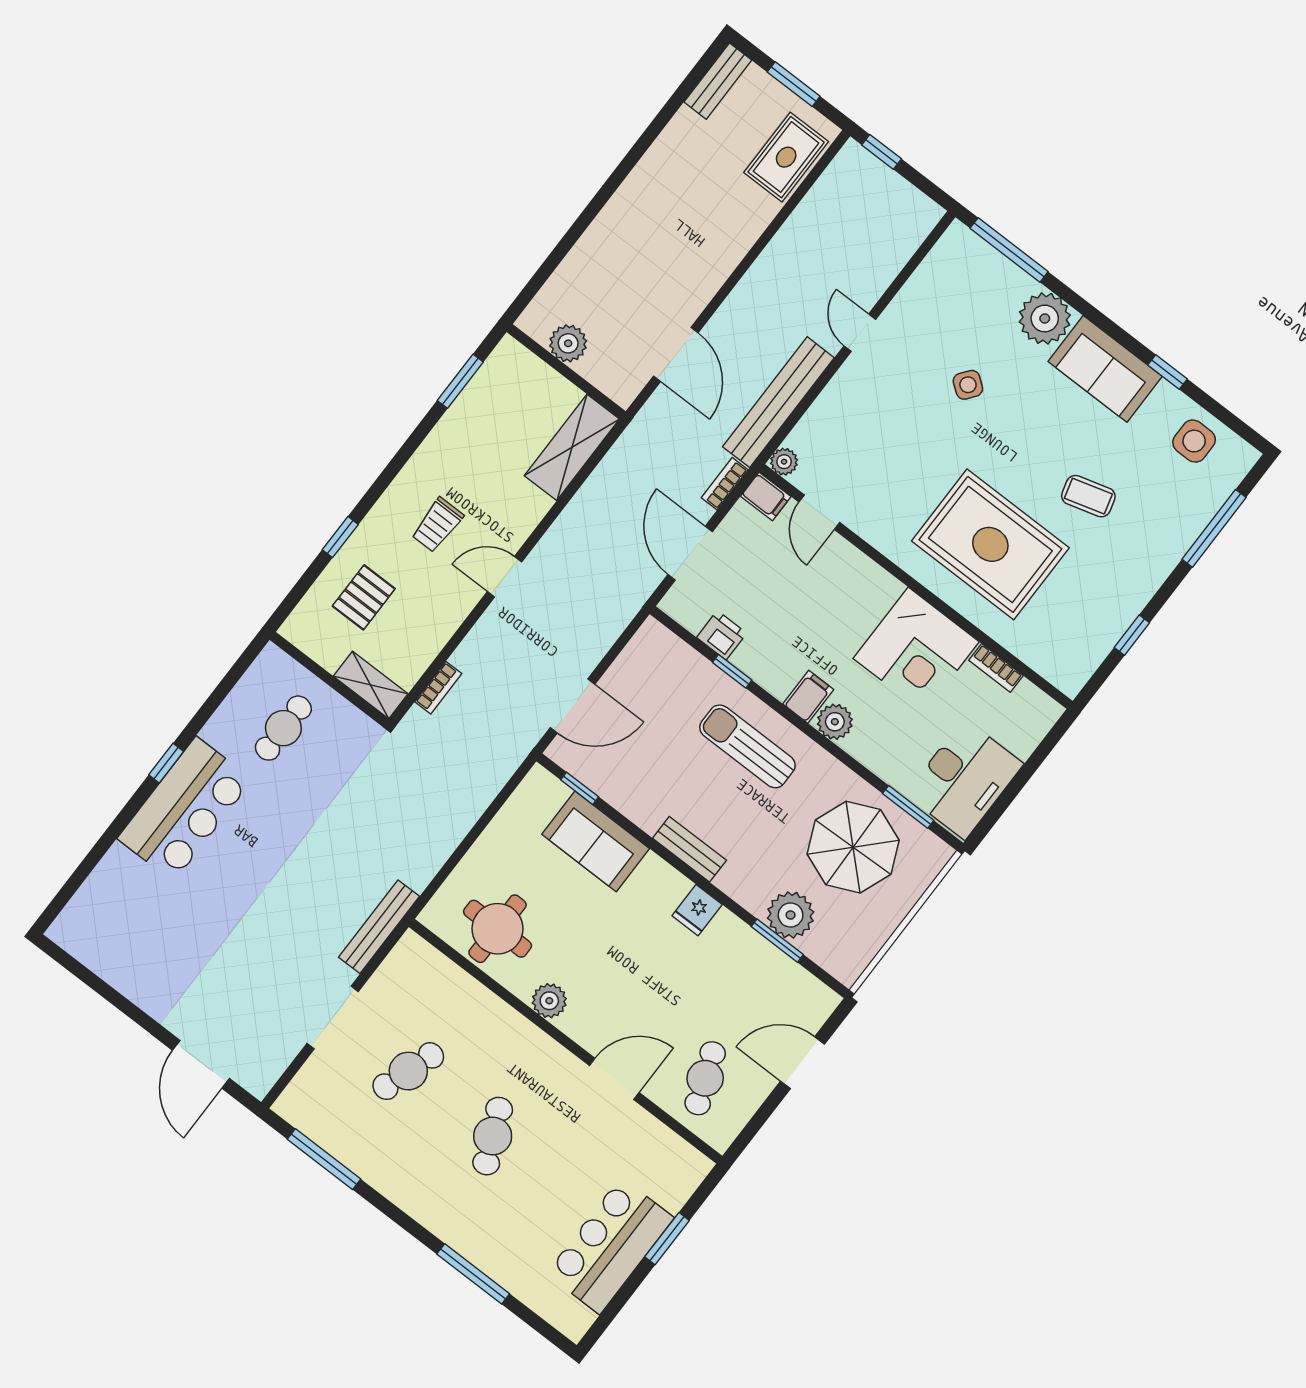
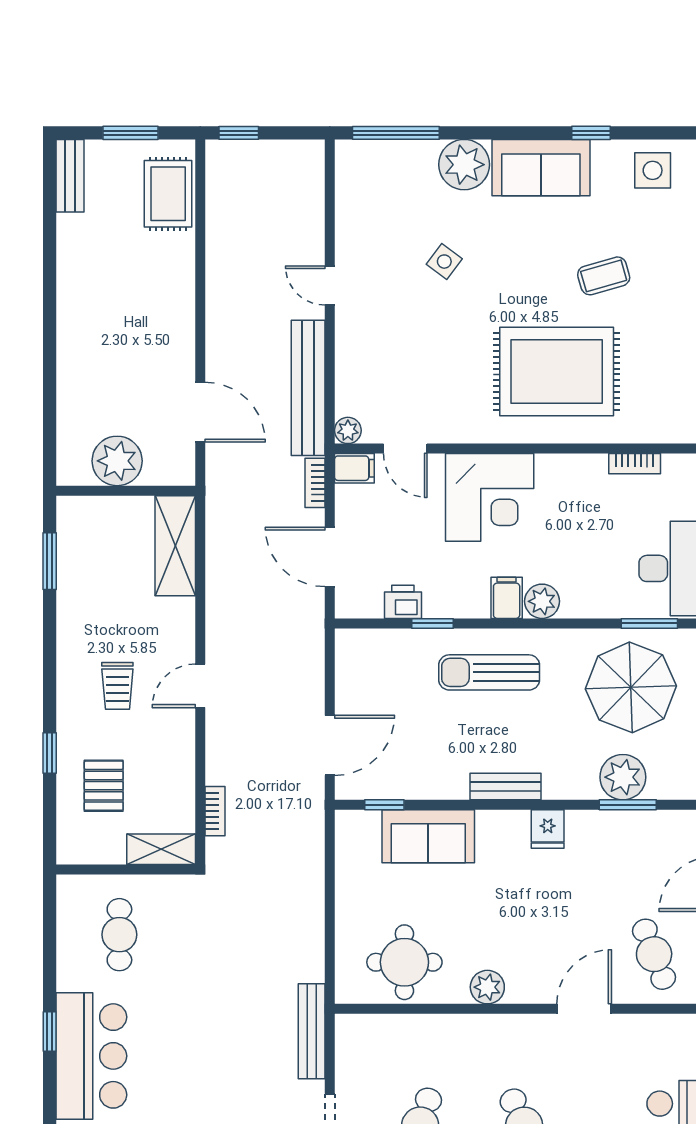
plant: (568, 343) -> (117, 461), width x1.36, depth x1.36
corner desk: (916, 650) -> (490, 497), moved

